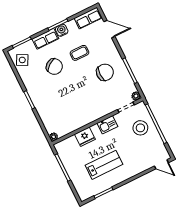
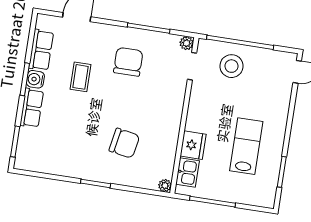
row of seats: (88, 18) -> (41, 50), moved
side table: (22, 60) -> (38, 157), removed
chair: (54, 67) -> (124, 143), moved, turned 46
kitchen sink: (107, 125) -> (188, 172), moved

